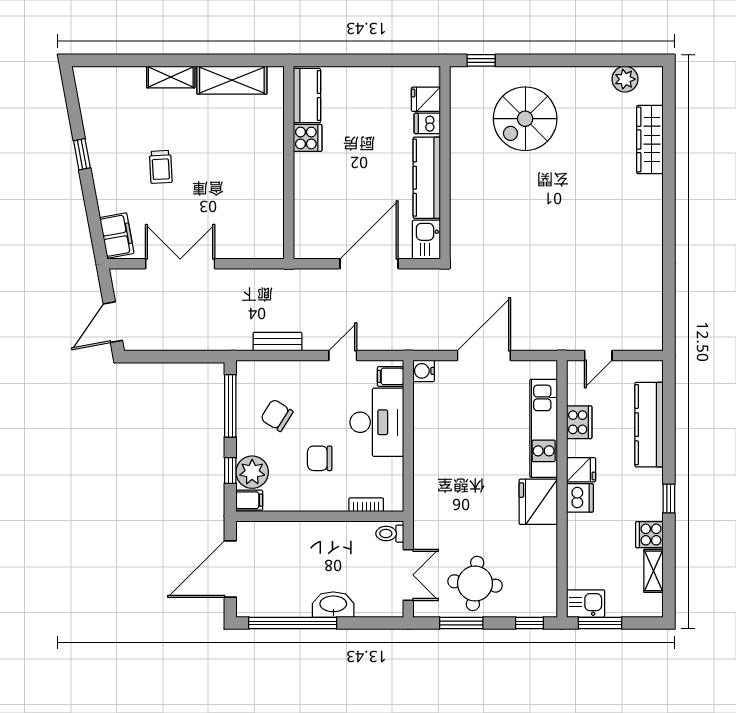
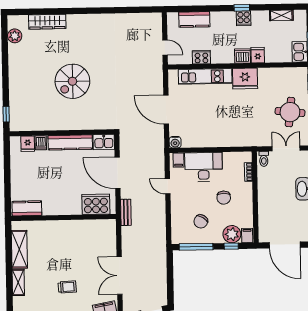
spiral stairs: (525, 119) -> (72, 81), moved, turned 90
cooker: (308, 138) -> (96, 204), moved, width x1.87, depth x1.31
bench: (277, 342) -> (126, 212), moved
kitchen counter: (649, 425) -> (194, 19), width x0.67
fridge: (581, 470) -> (258, 55), moved
cooker: (649, 535) -> (244, 18), moved

